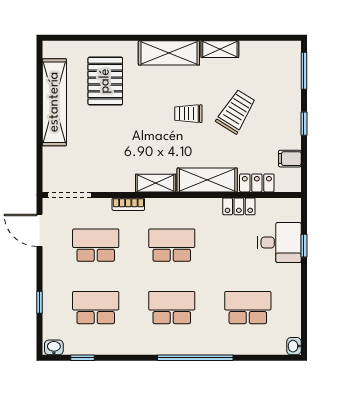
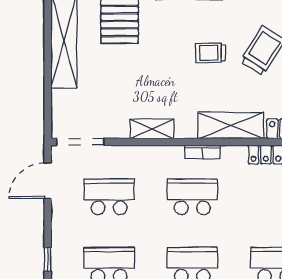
shelving: (156, 183) -> (152, 129), moved
bookcase: (128, 204) -> (203, 152), moved
door: (40, 230) -> (48, 181), hinge flipped

